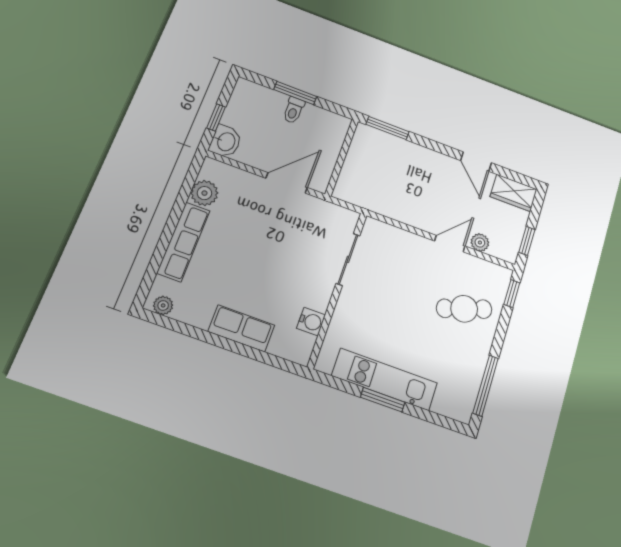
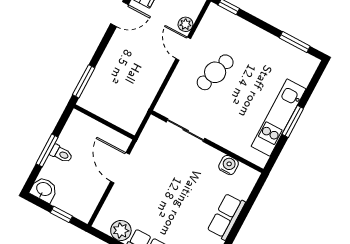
washbasin: (226, 142) -> (44, 190), moved
cafe table: (464, 309) -> (215, 72), moved, turned 37
window: (486, 386) -> (295, 42), width x0.69

